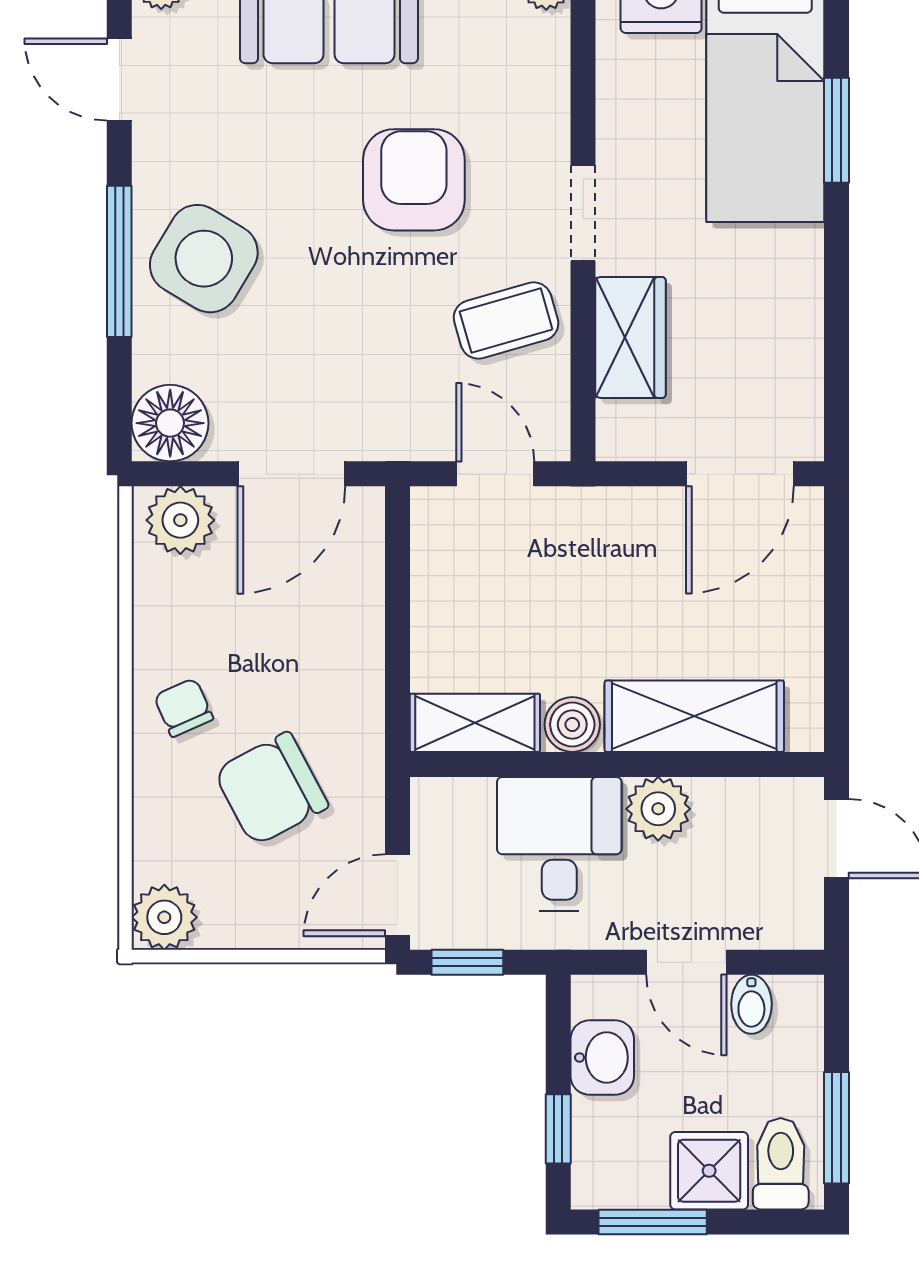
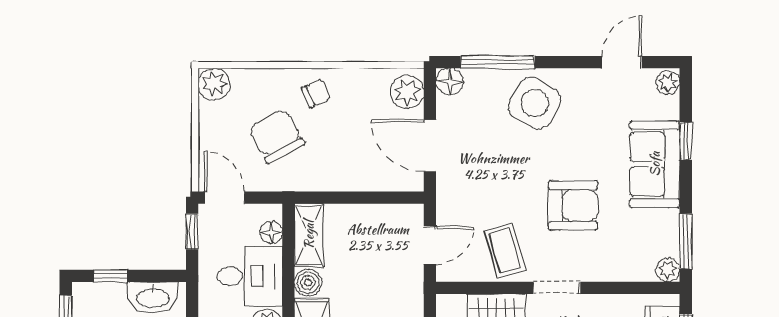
window: (119, 261) -> (498, 62), moved
floor lamp: (170, 423) -> (450, 82), width x0.73, depth x0.73
floor lamp: (469, 800) -> (271, 233), added
washbasin: (602, 1058) -> (153, 297), width x1.38

